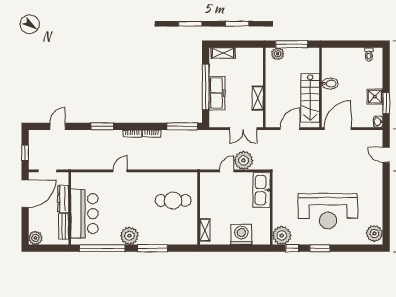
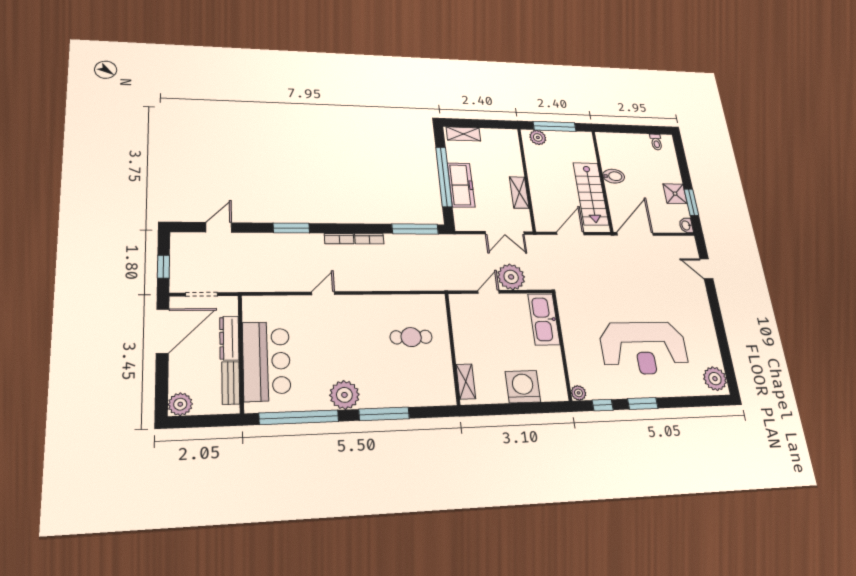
cafe table: (173, 200) -> (411, 337), width x0.73, depth x0.74
plant: (282, 235) -> (579, 393), width x0.53, depth x0.53

